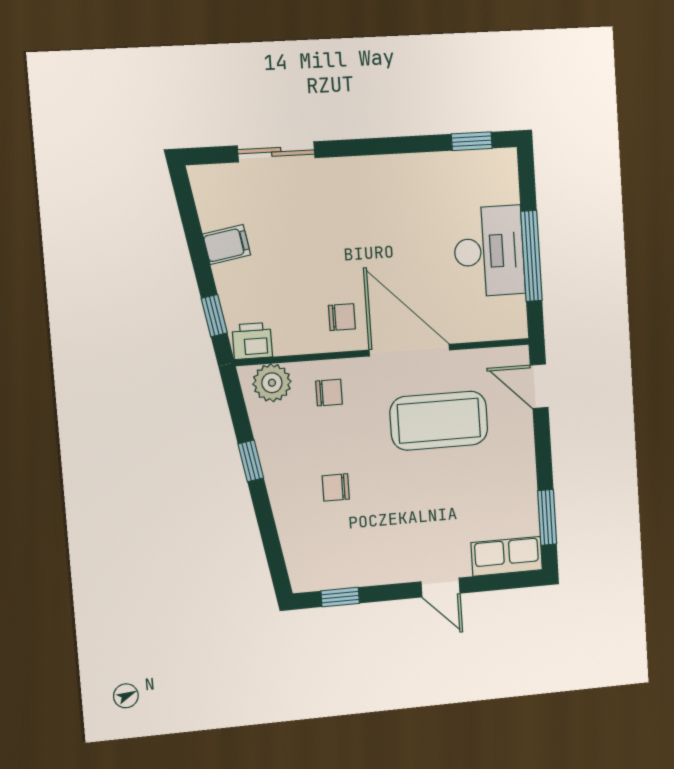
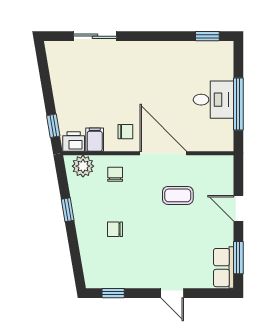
filing cabinet: (227, 245) -> (95, 140), moved, turned -80
desk: (489, 251) -> (214, 100), width x0.73
door: (539, 386) -> (238, 208), moved
chair: (329, 393) -> (115, 174), turned -90
coffee table: (439, 421) -> (178, 195), width x0.54, depth x0.58
row of seats: (507, 556) -> (224, 268), moved, turned -90

